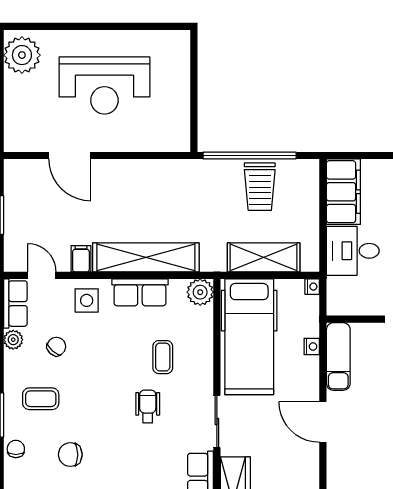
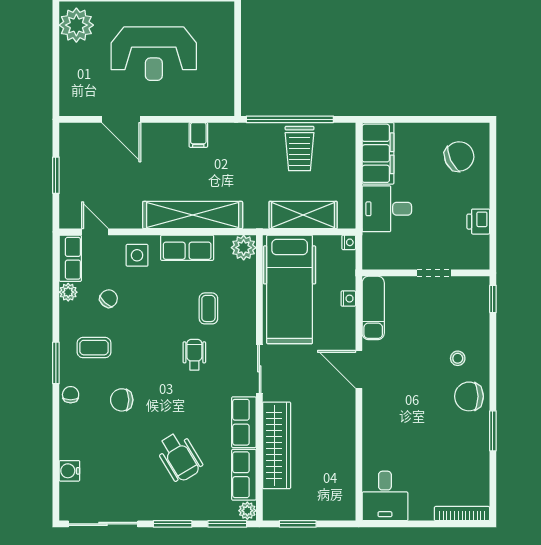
filing cabinet: (81, 259) -> (198, 135), moved, turned 180

